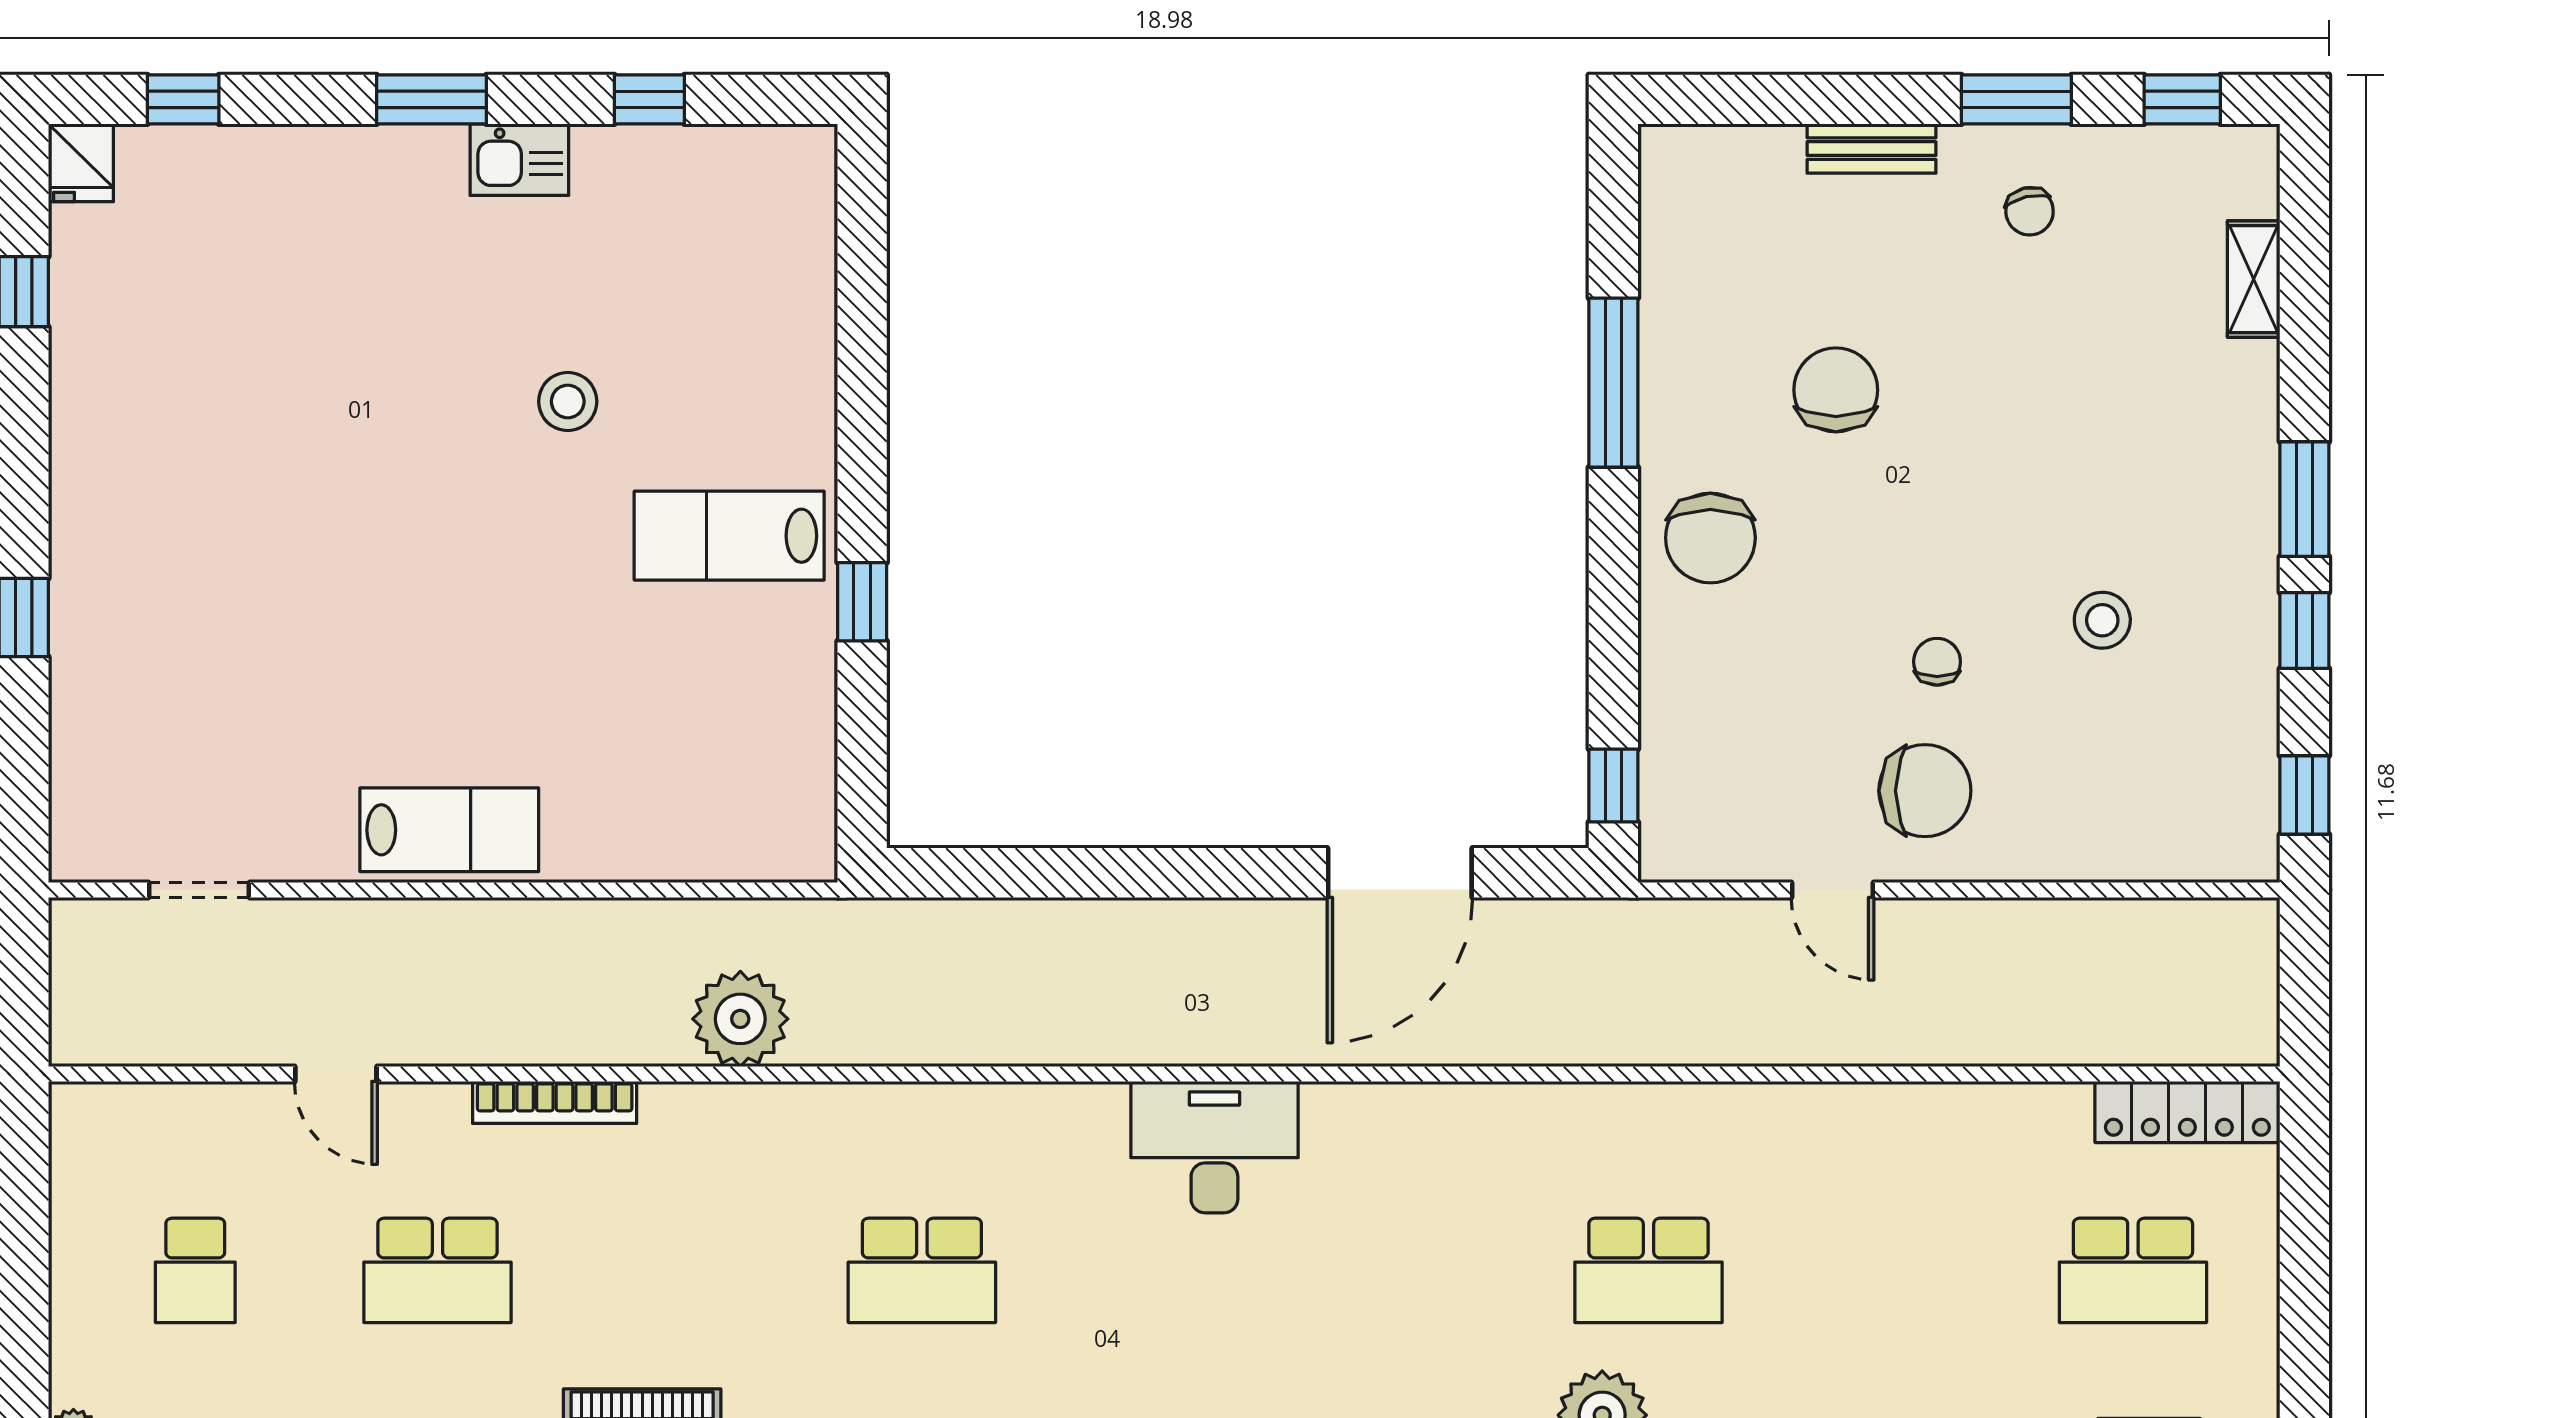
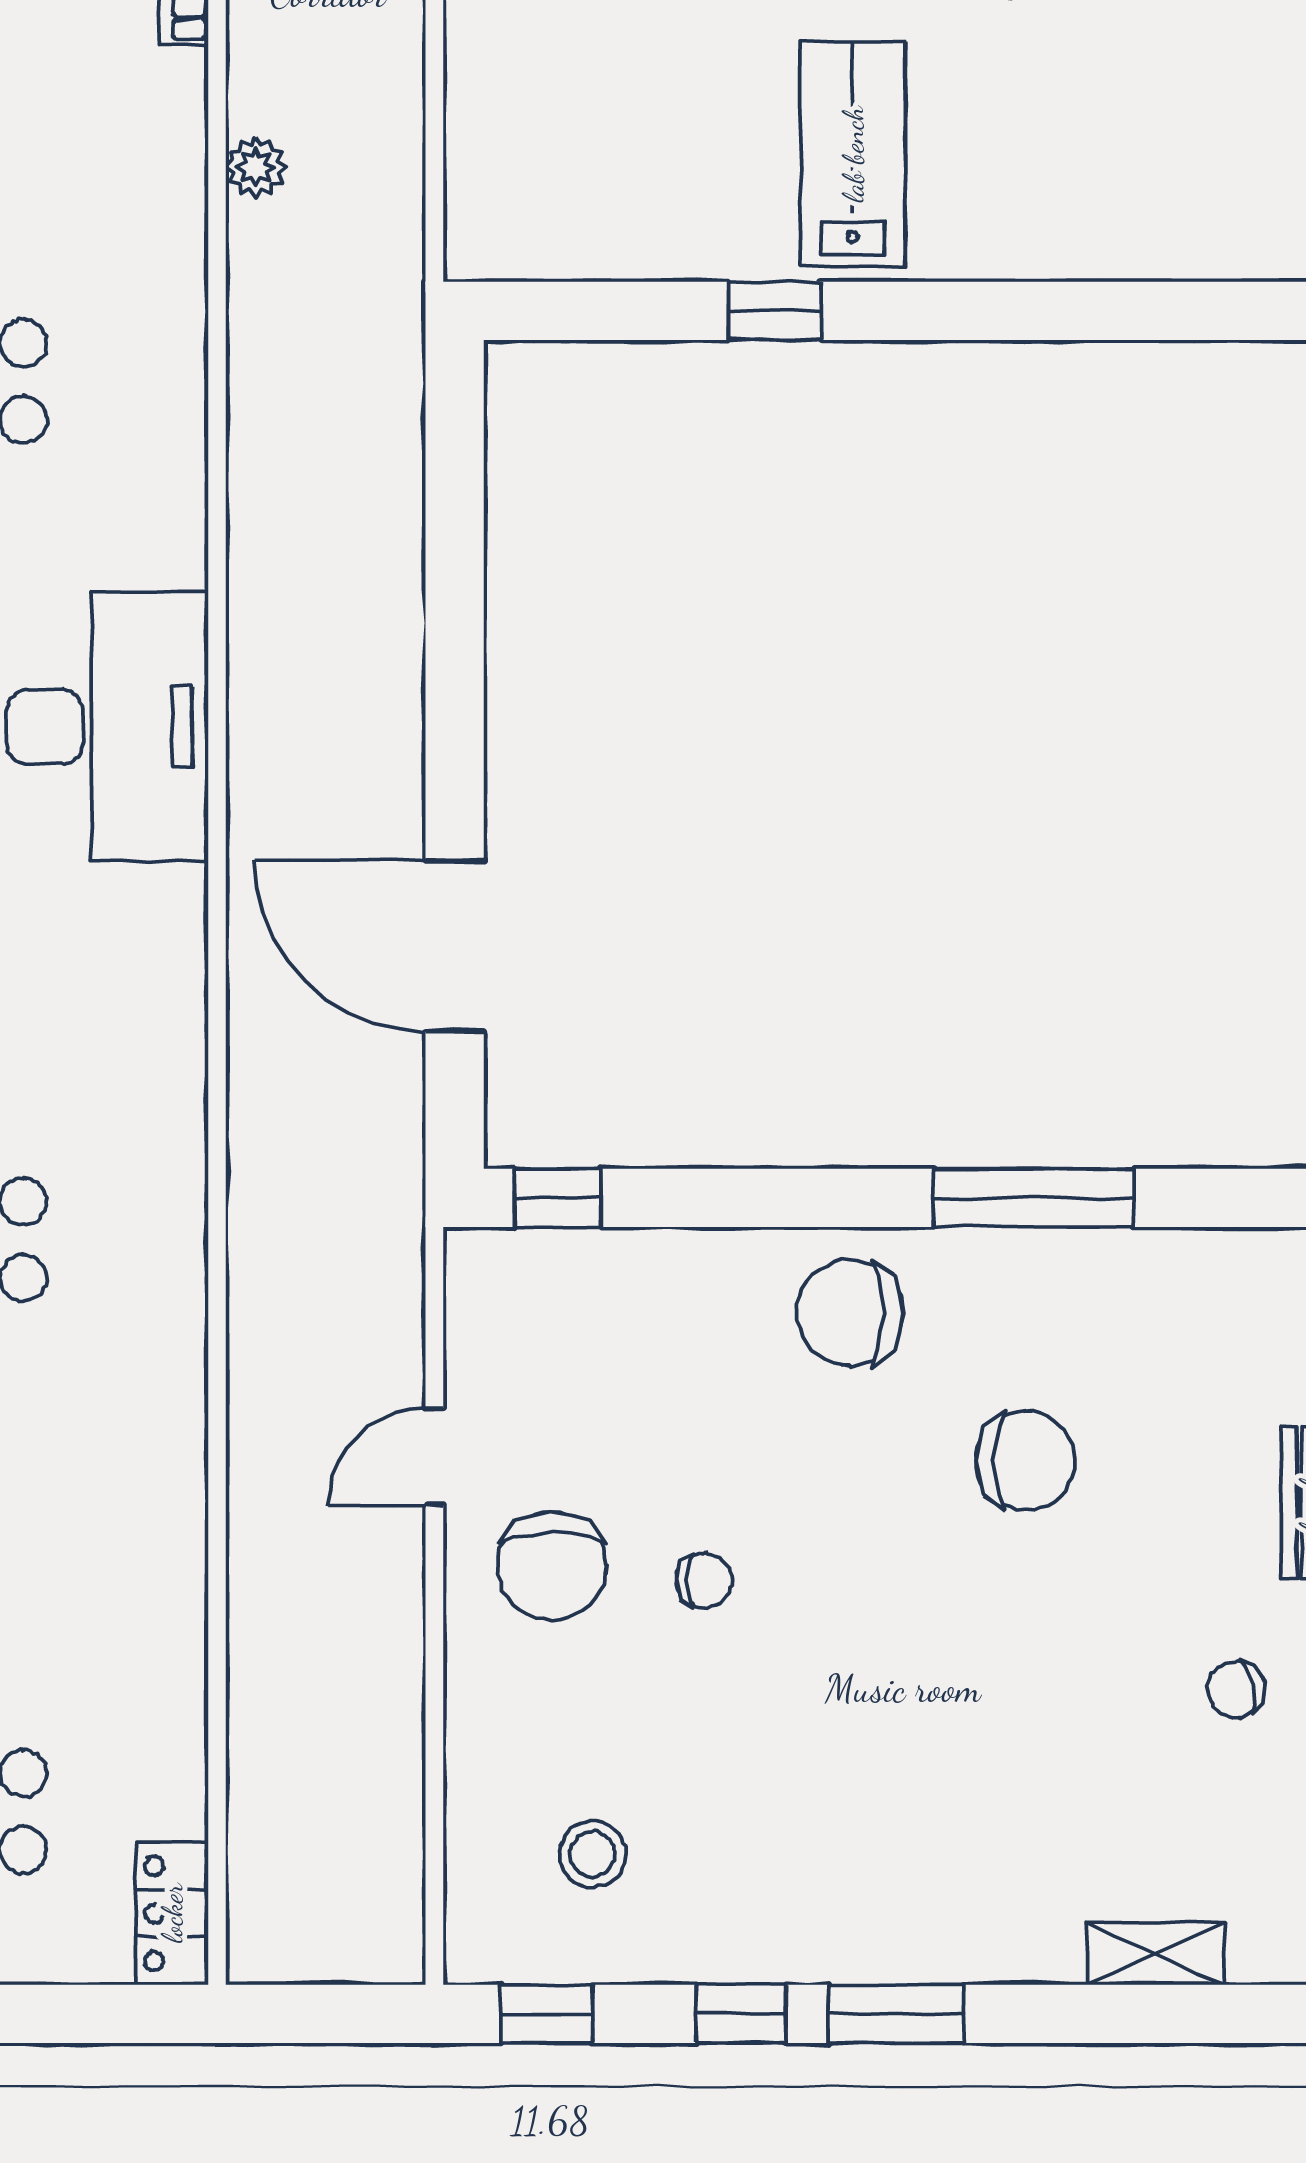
stool: (2102, 620) -> (592, 1854), moved
plant: (740, 1019) -> (256, 167), width x0.53, depth x0.53
locker: (2187, 1112) -> (172, 1913), width x0.66
desk: (1214, 1147) -> (107, 727), width x1.36, depth x1.30

